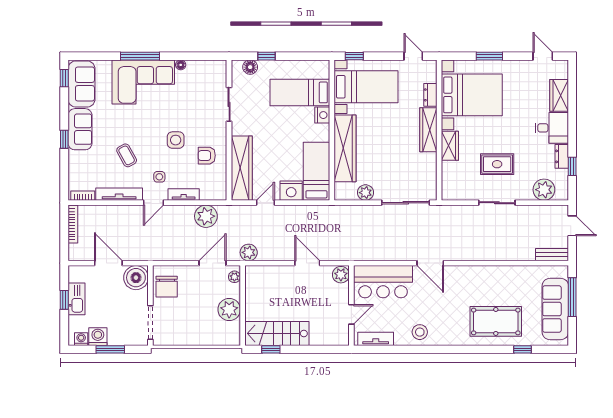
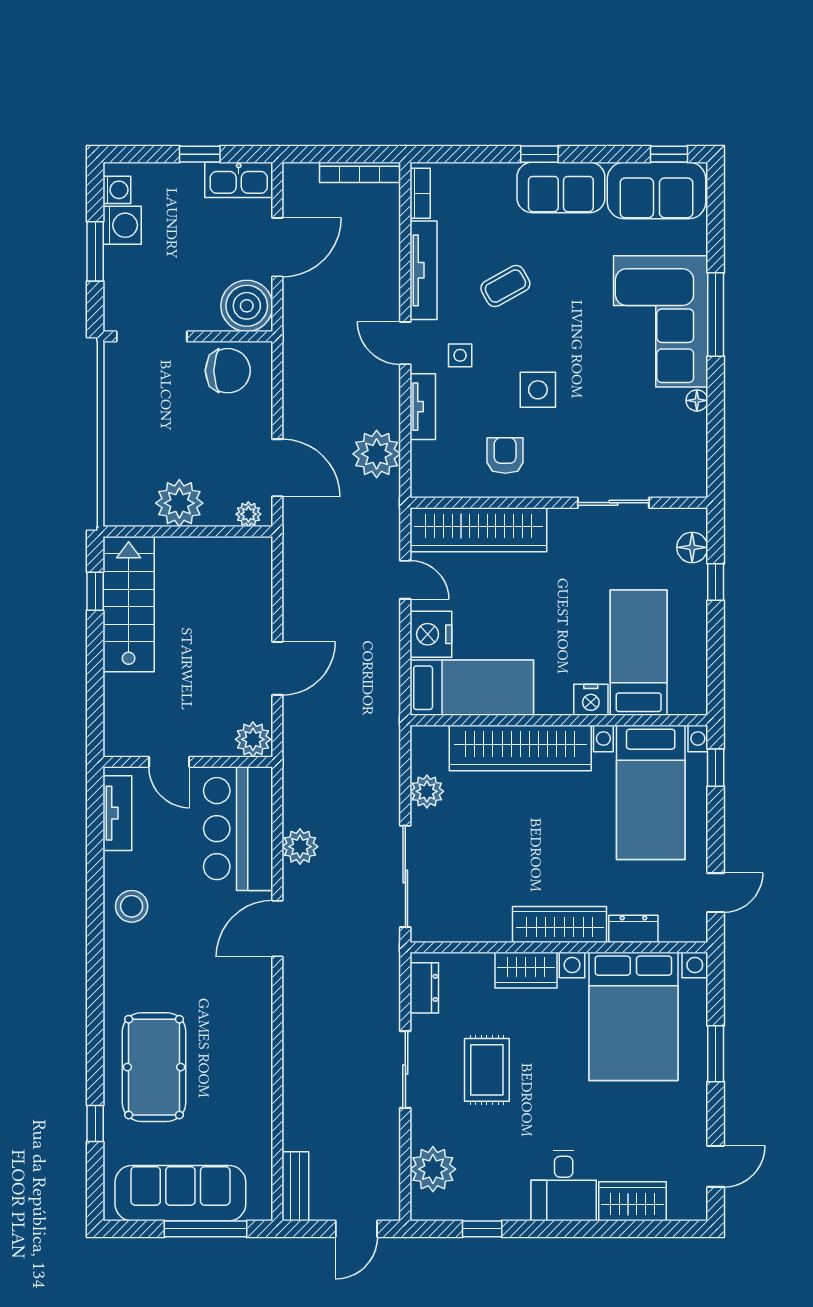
dresser: (562, 156) -> (424, 988), moved, turned 90
plant: (249, 252) -> (300, 847), moved
chair: (167, 287) -> (228, 371), turned 180
kitchen sink: (76, 299) -> (239, 180), moved

